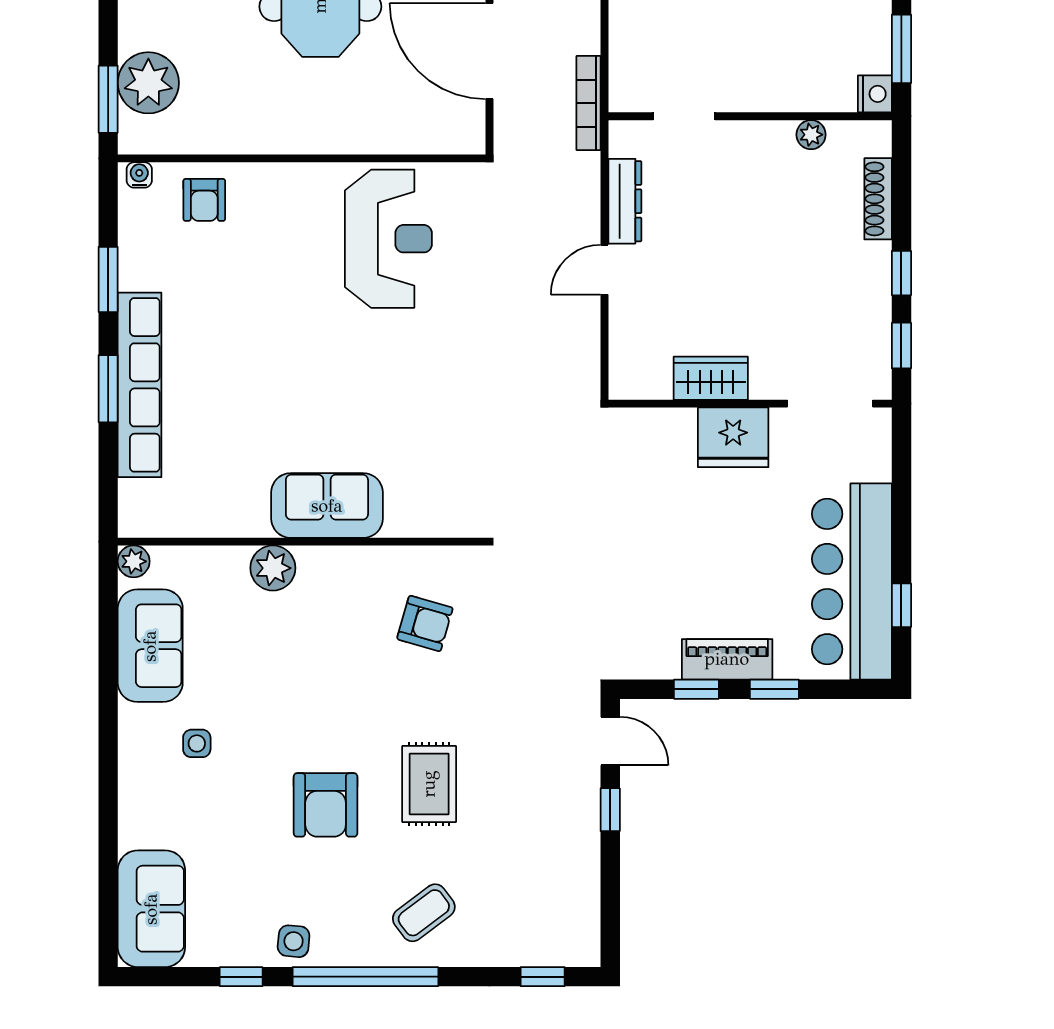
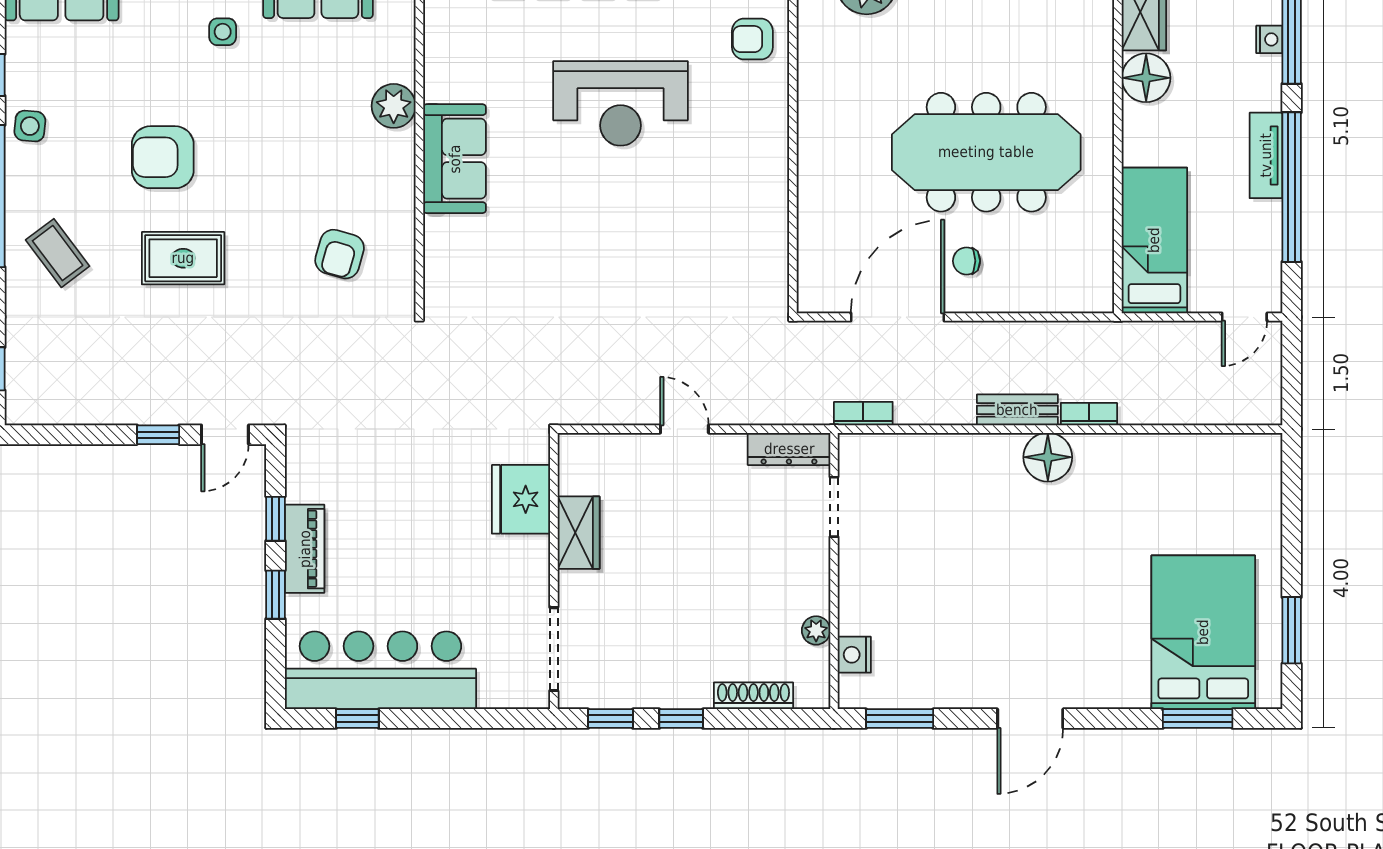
nightstand: (875, 94) -> (854, 655), moved, turned 90
bookcase: (589, 103) -> (863, 414), width x0.64
dresser: (625, 201) -> (789, 449), moved
reception desk: (388, 239) -> (621, 103), moved
fridge: (733, 437) -> (521, 499), moved

